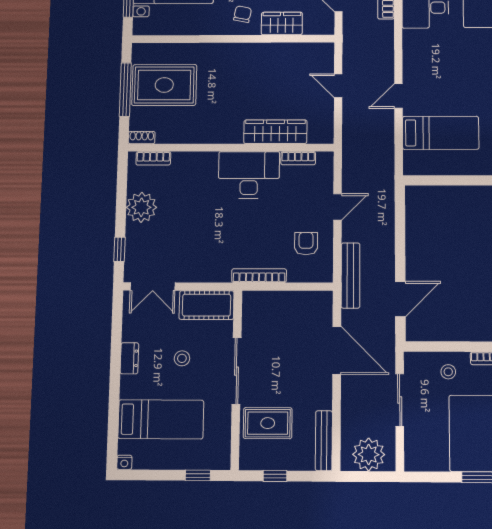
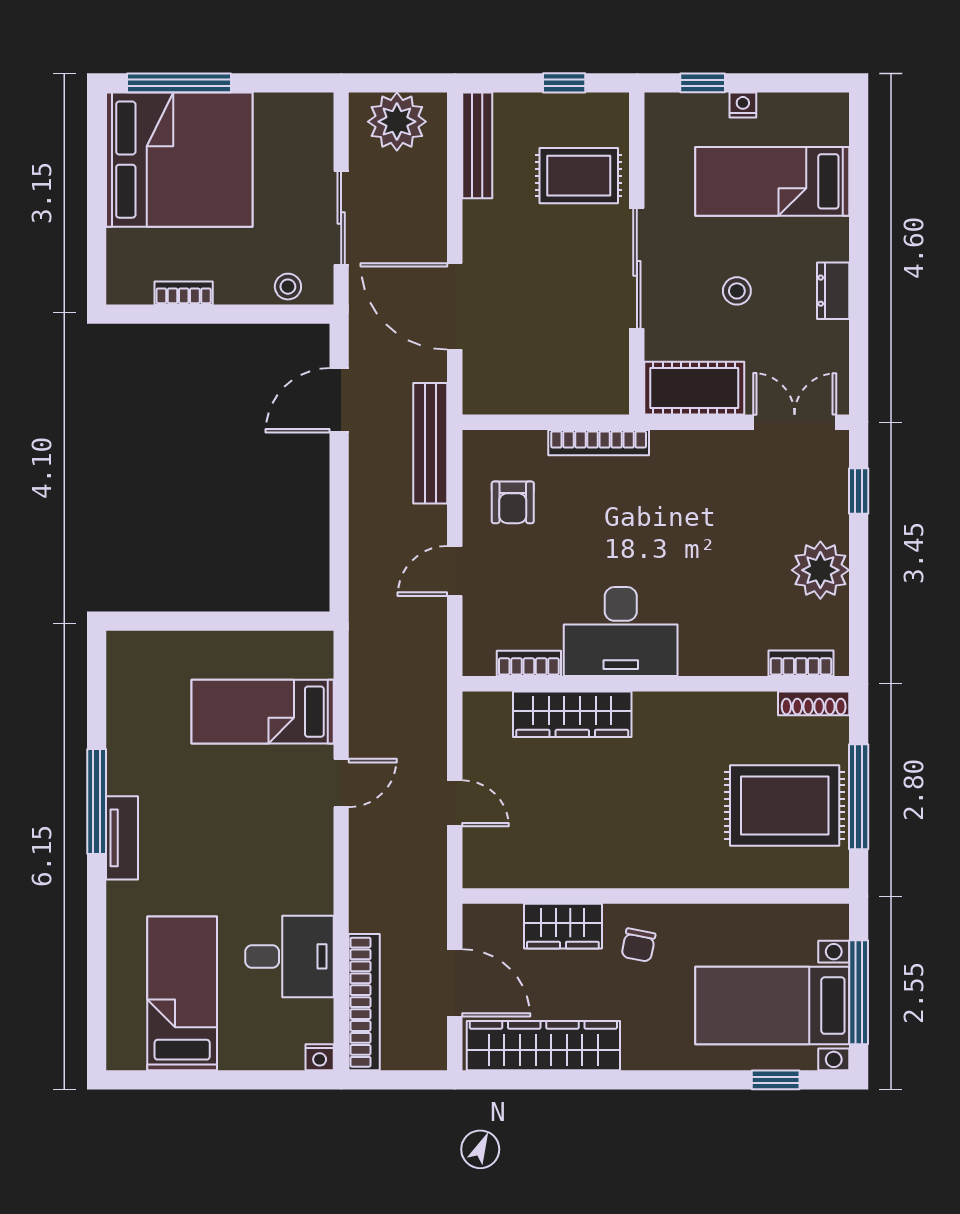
shoe rack: (142, 138) -> (814, 703), width x1.43
stool: (448, 372) -> (288, 287), moved
nightstand: (124, 462) -> (743, 105), moved

